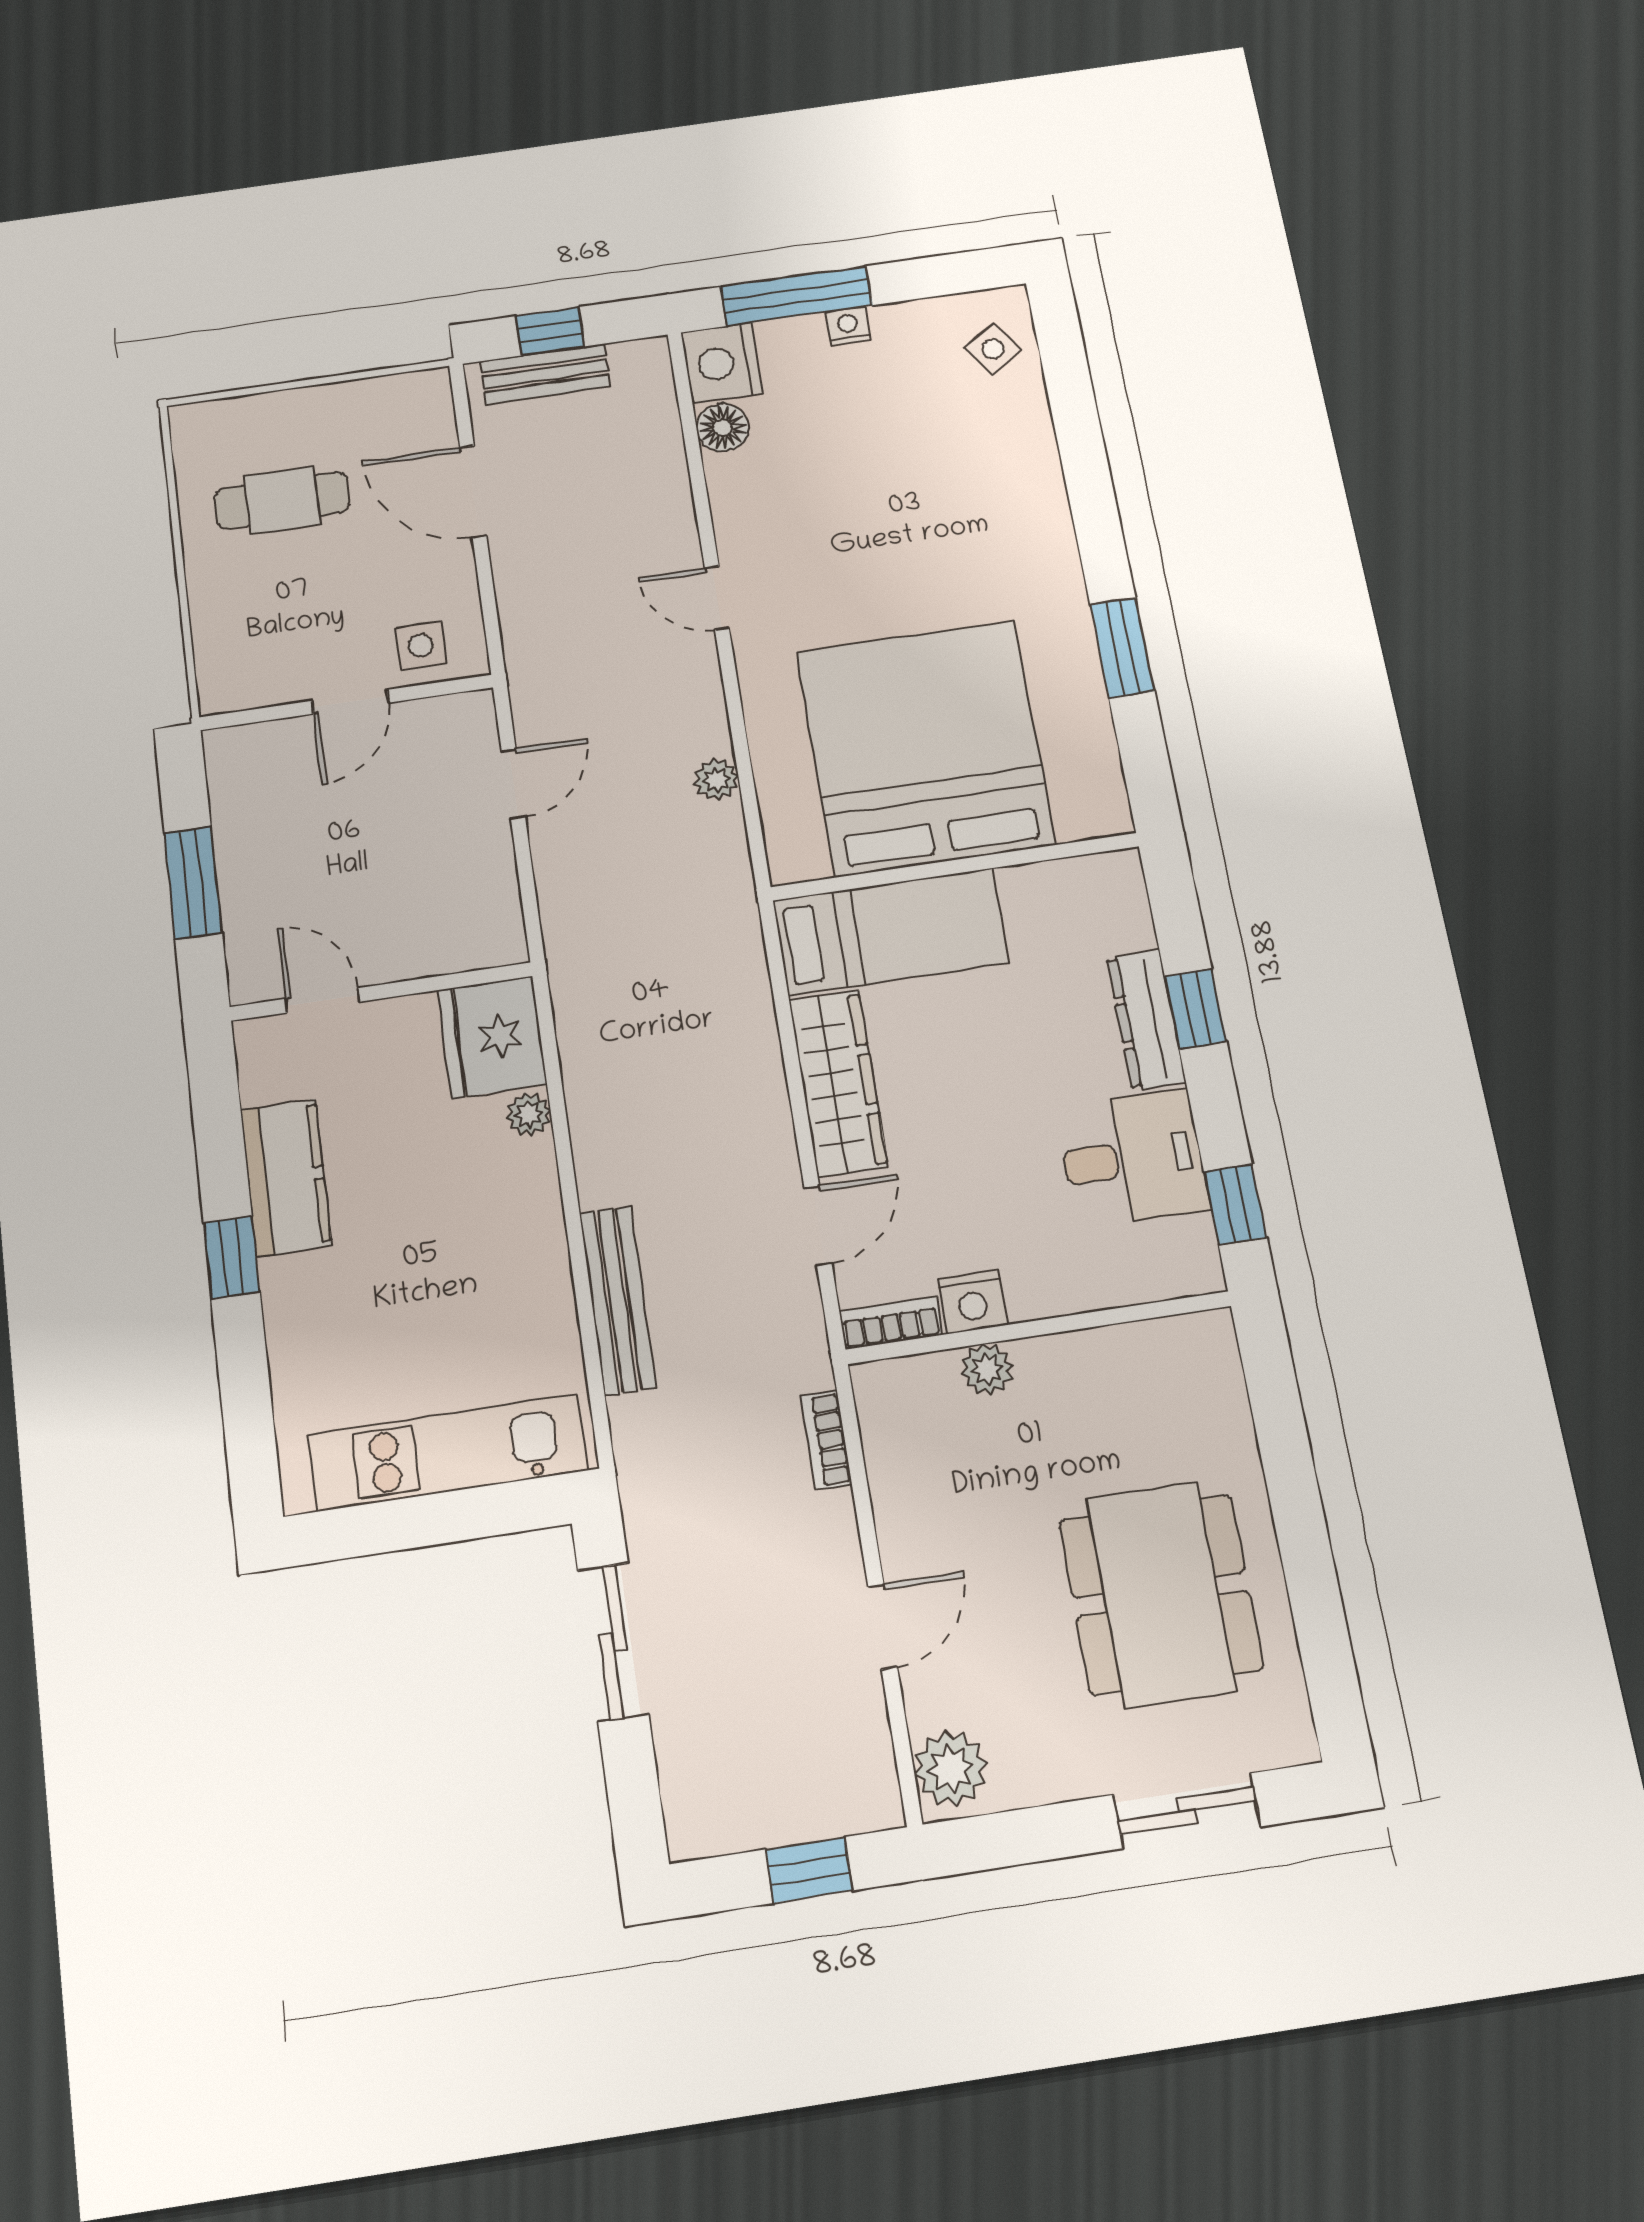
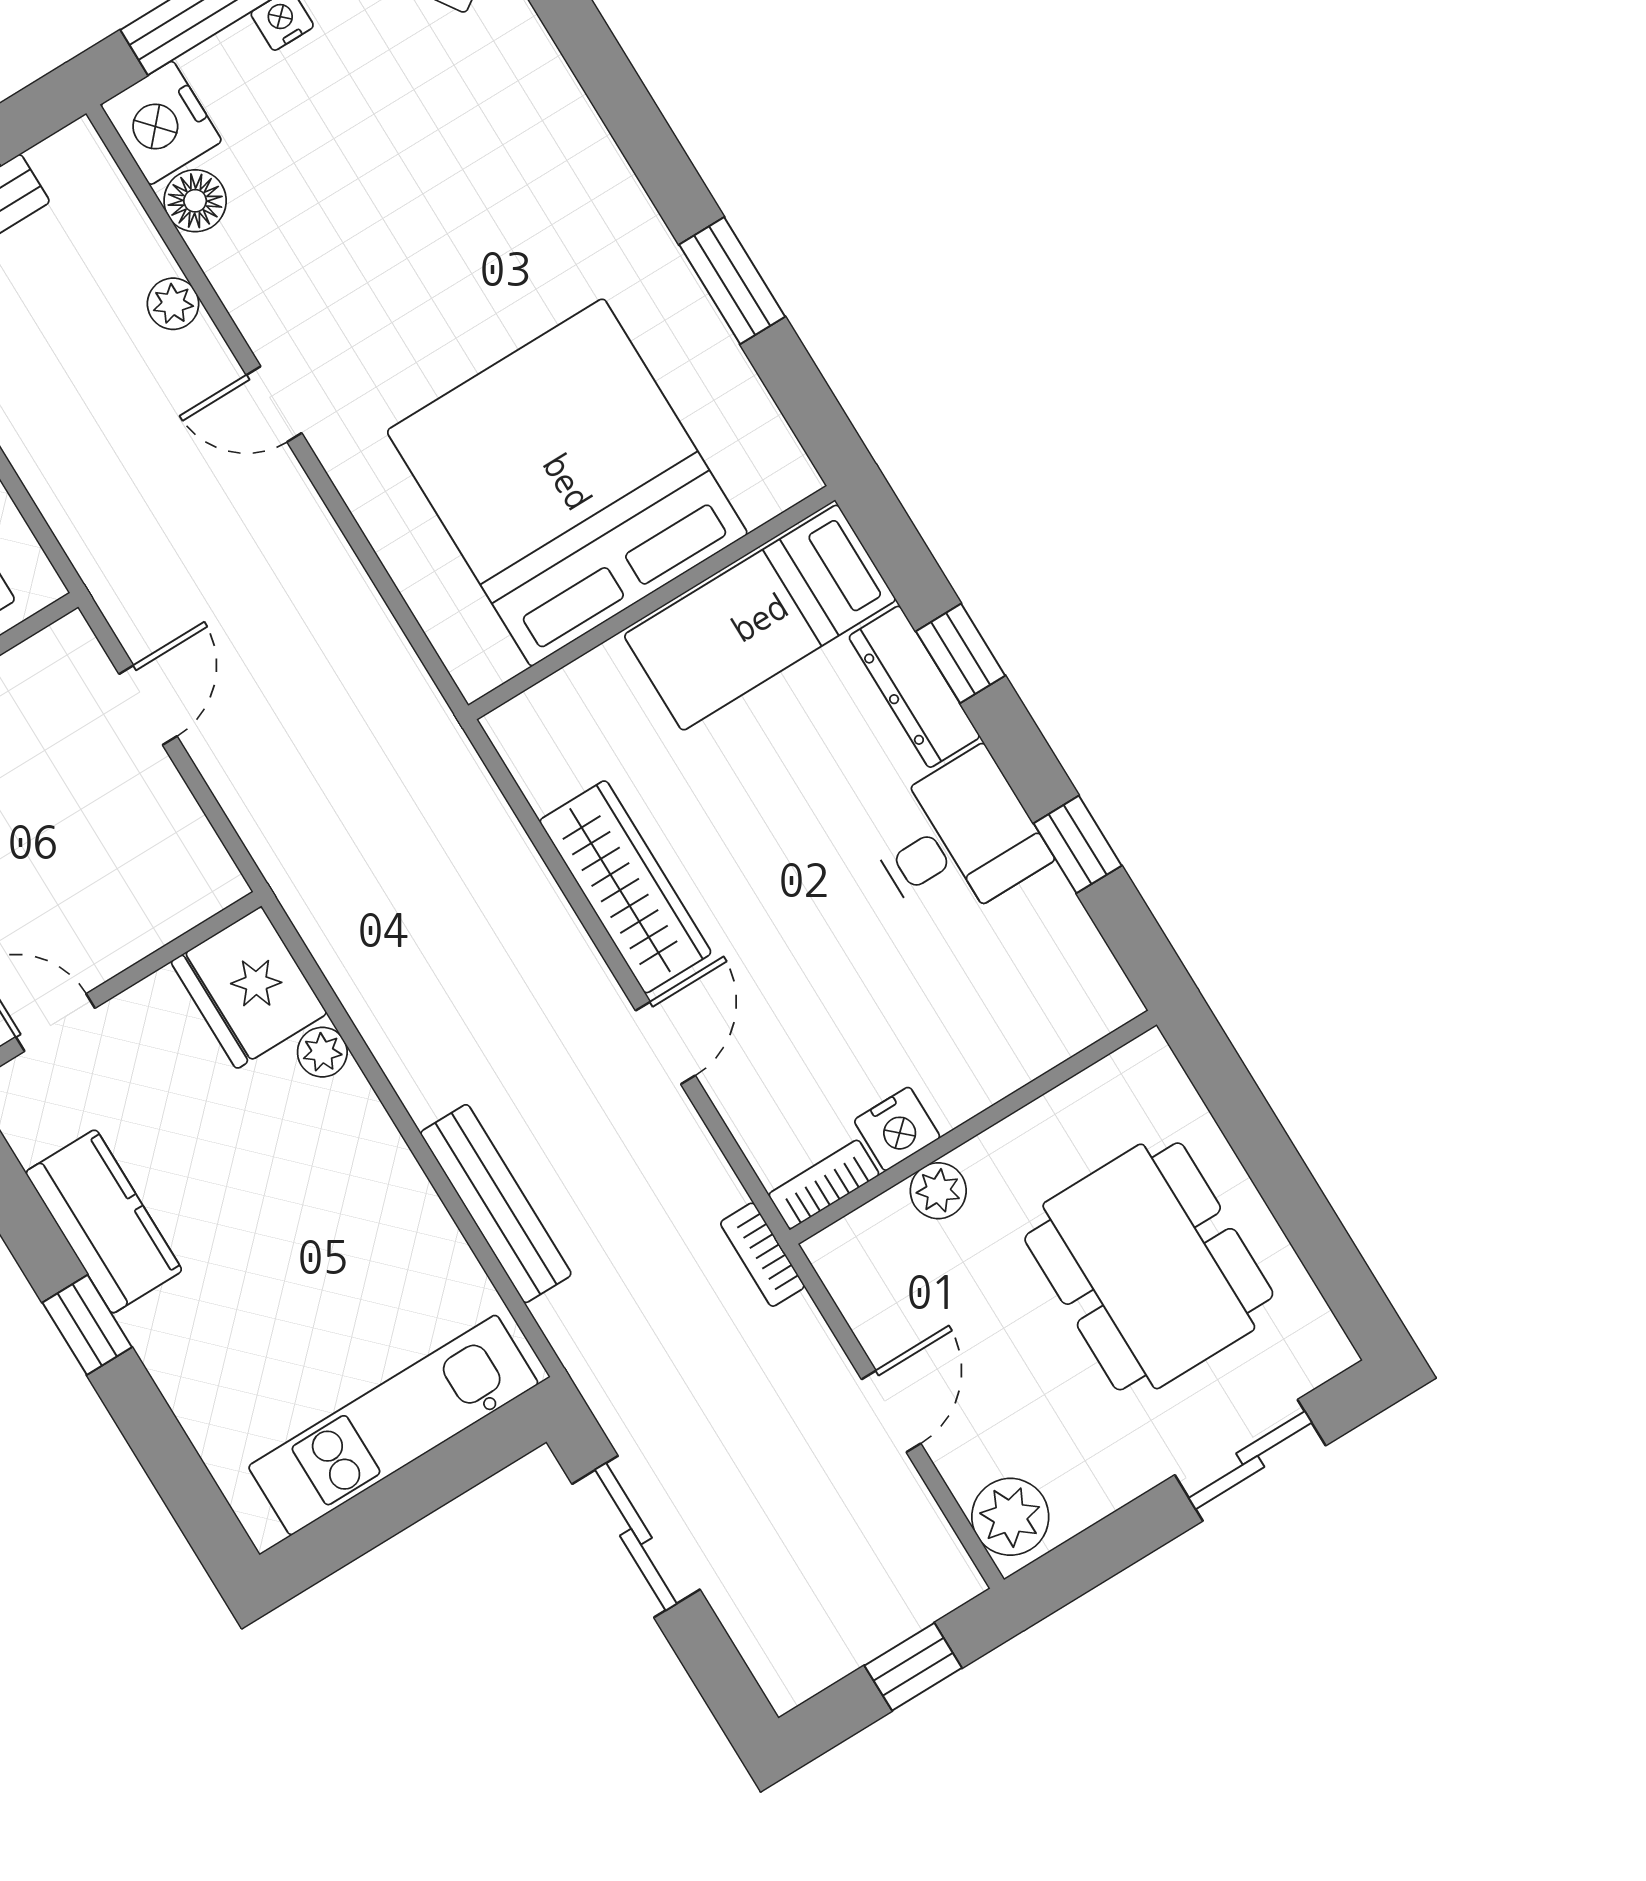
plant: (716, 780) -> (173, 304), moved
bed: (891, 932) -> (760, 618), moved, turned 180
nightstand: (972, 1302) -> (897, 1129), moved
bookcase: (891, 1323) -> (824, 1185), moved
wall: (1038, 1328) -> (973, 1127), moved
plant: (987, 1369) -> (938, 1191), moved

